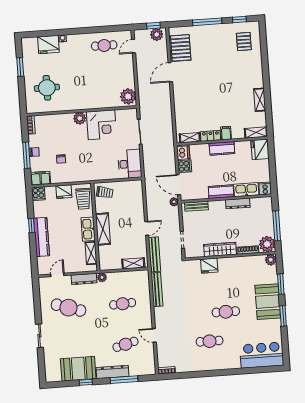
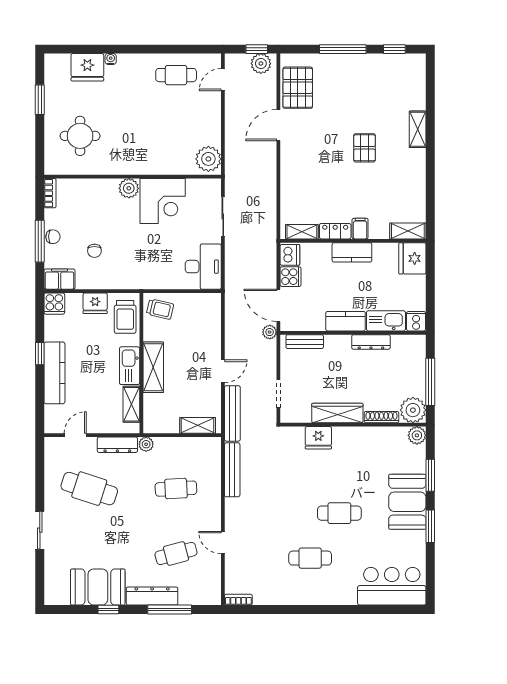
pallet: (244, 42) -> (365, 148), moved
shelving: (260, 100) -> (418, 129), moved

